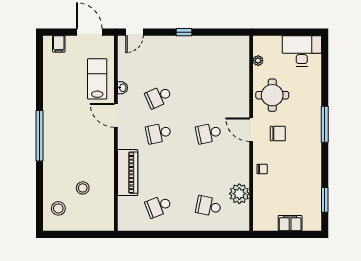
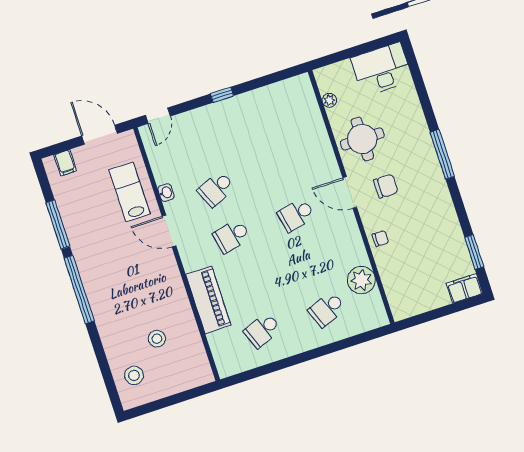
window: (40, 85) -> (58, 225), added
school desk: (209, 206) -> (327, 309), turned -33
filing cabinet: (290, 223) -> (464, 288), moved

